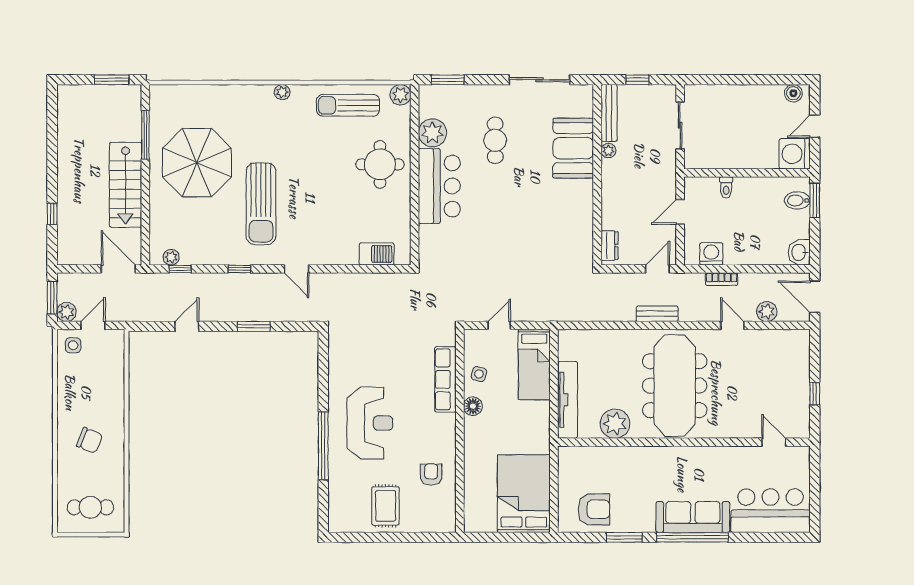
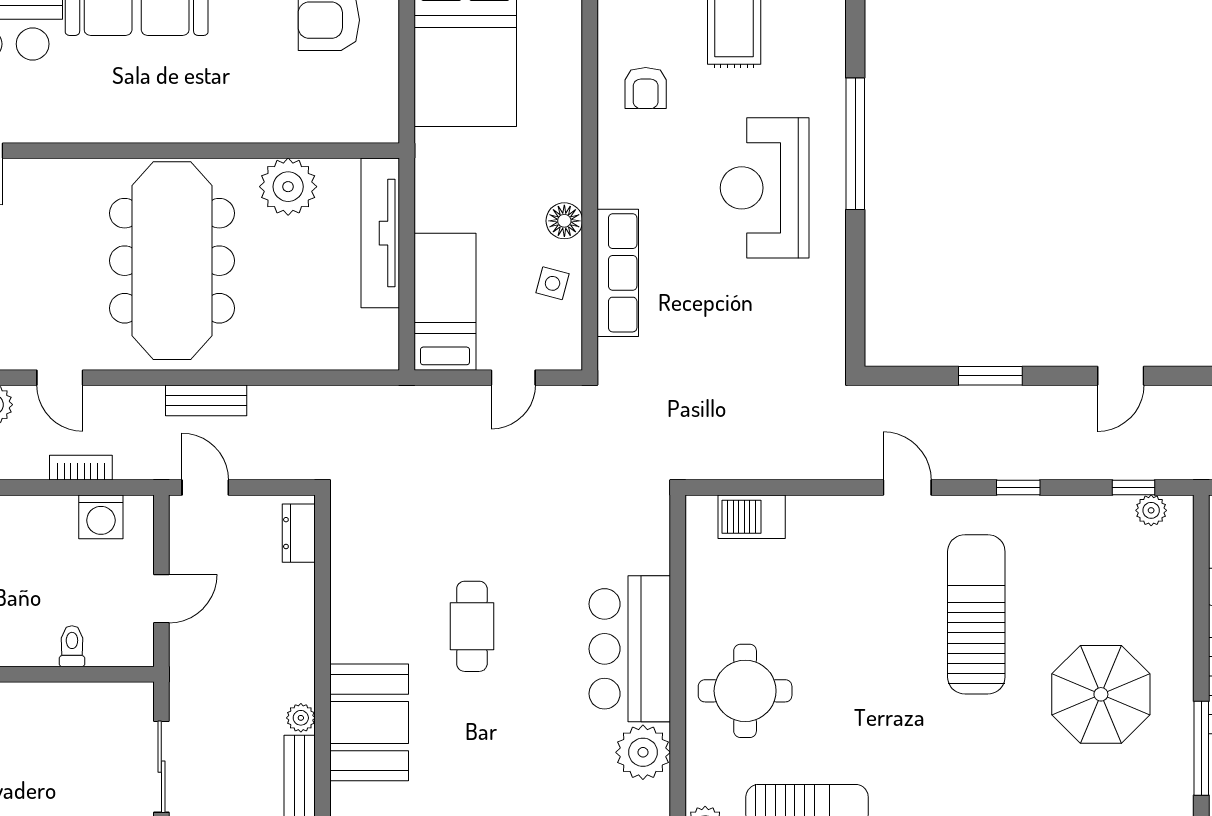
cafe table: (495, 140) -> (472, 626), moved
parasol: (197, 163) -> (1101, 694), width x0.73, depth x0.73
door: (658, 269) -> (205, 487), swing flipped

